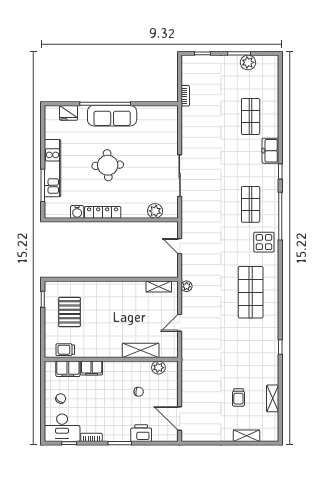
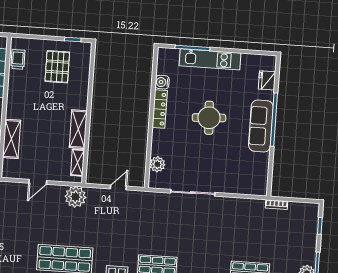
plant: (187, 286) -> (75, 197), width x1.88, depth x1.88
shelving: (127, 288) -> (78, 129), added
pallet: (70, 312) -> (57, 67), turned 90
door: (180, 323) -> (38, 182), swing flipped

